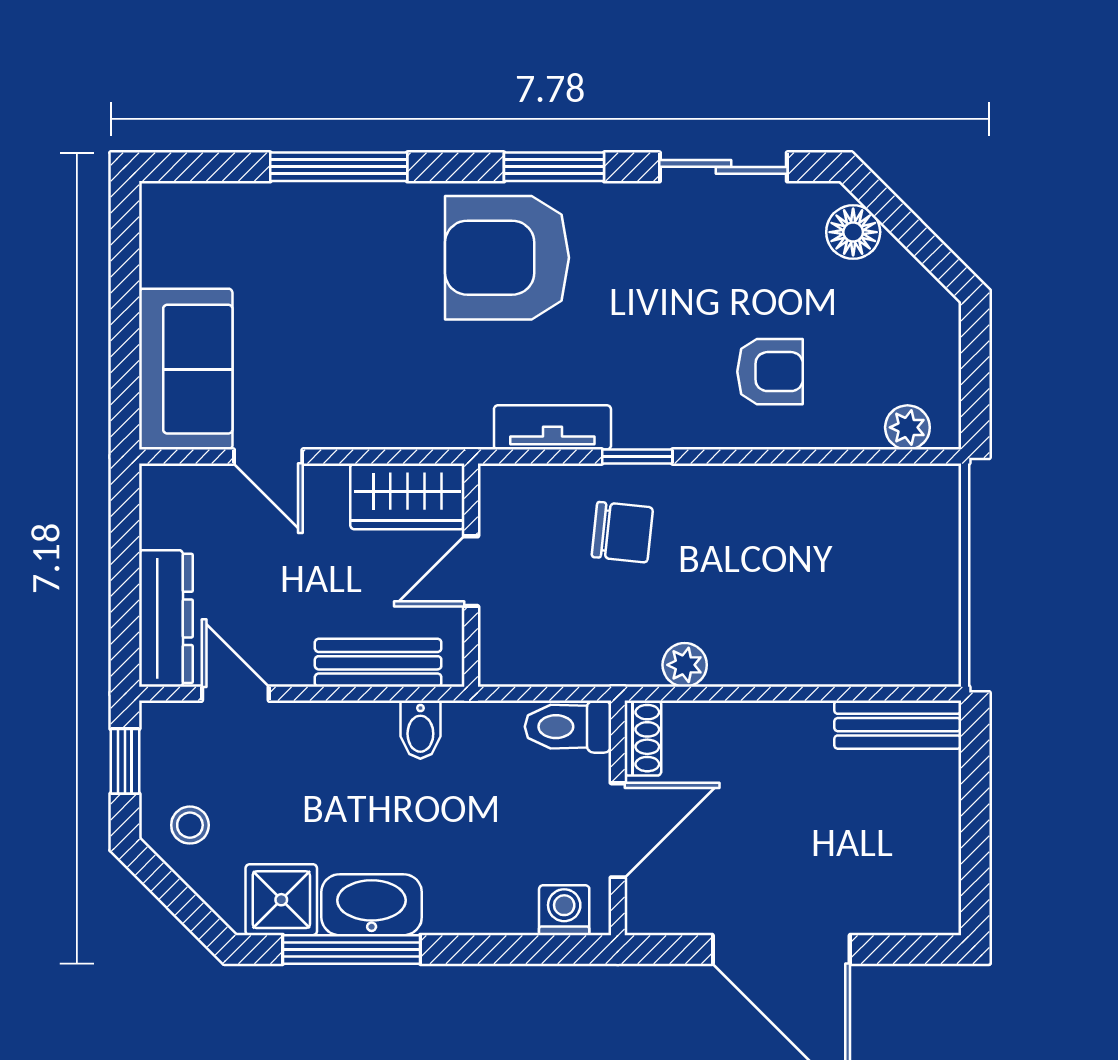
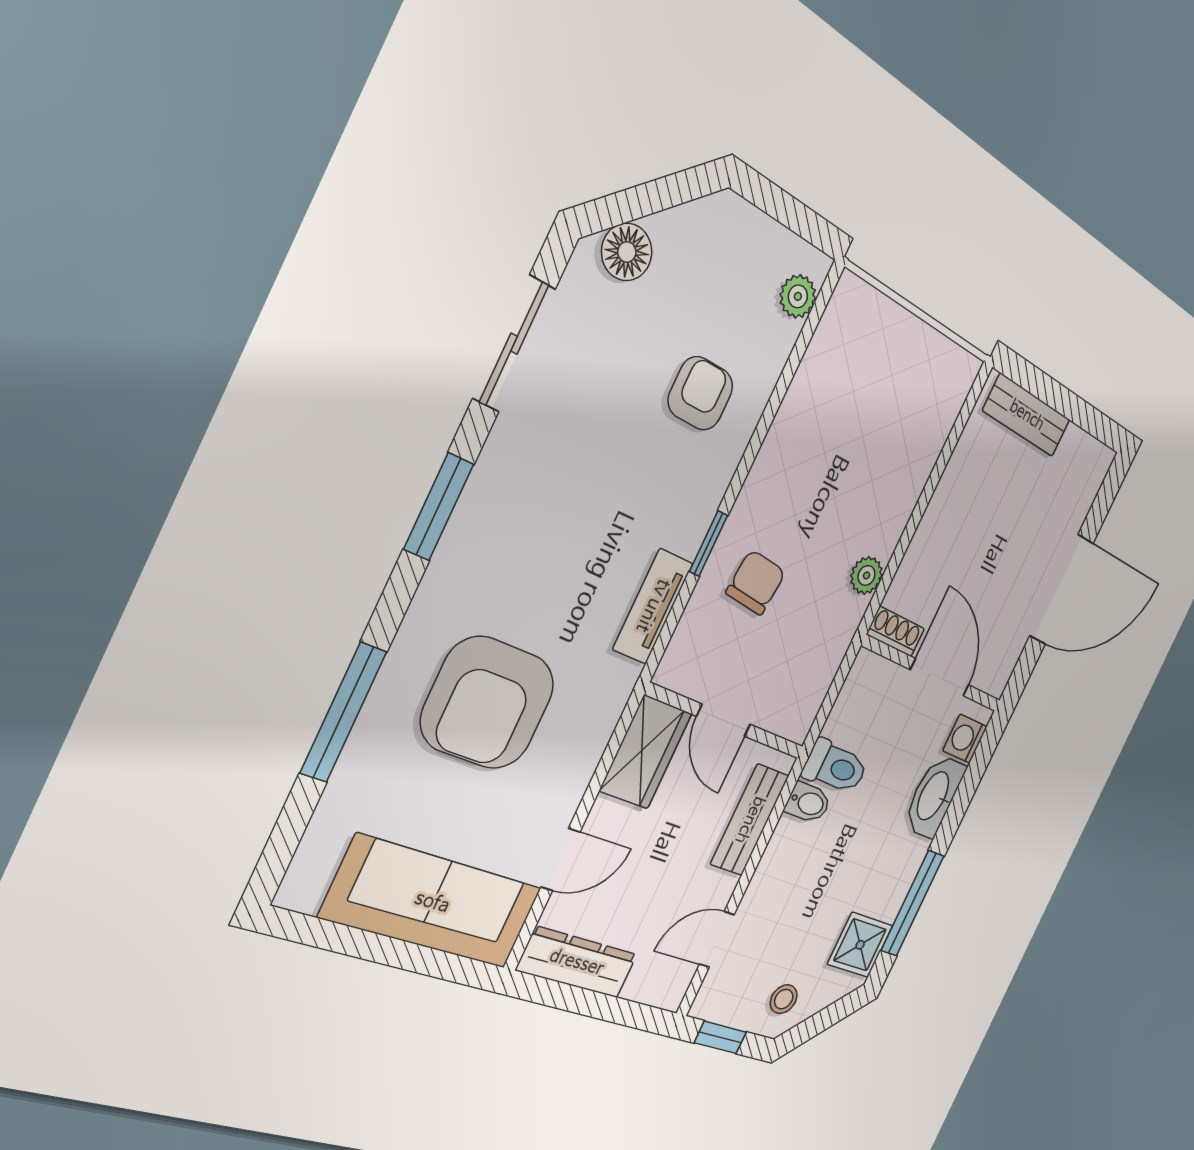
armchair: (507, 258) -> (488, 703), moved
sofa: (186, 369) -> (433, 902), width x1.36
dresser: (166, 618) -> (577, 962), moved
bench: (898, 725) -> (1027, 415), moved, turned 90
toilet: (568, 727) -> (835, 767), moved, turned -90
washbasin: (372, 905) -> (934, 796), moved

